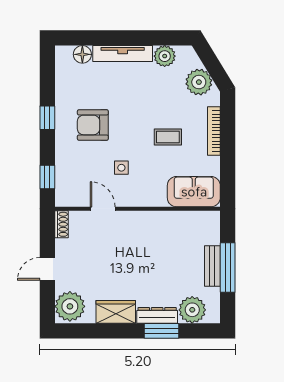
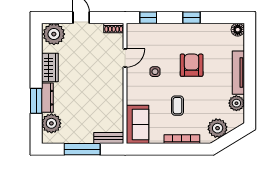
floor lamp: (82, 54) -> (238, 30), moved
armchair: (93, 125) -> (192, 65), moved
bench: (212, 266) -> (109, 138), moved

